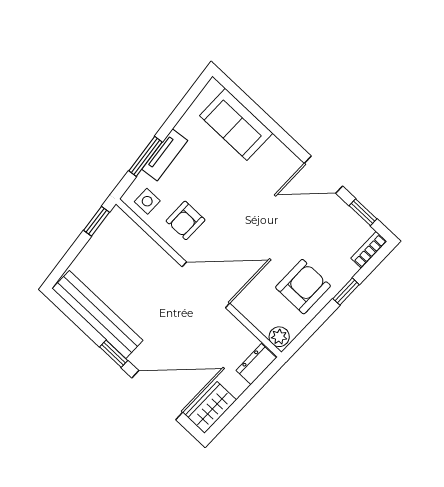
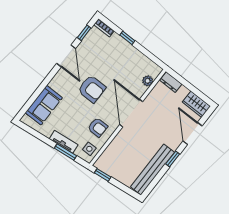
armchair: (303, 287) -> (92, 89), moved, turned 180
plant: (279, 337) -> (148, 81), moved
door: (157, 395) -> (193, 133), width x0.73

